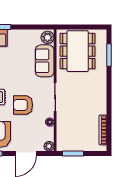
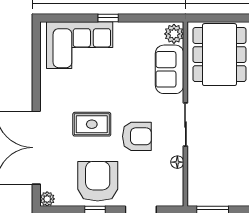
armchair: (23, 105) -> (137, 136), turned 180
plant: (49, 146) -> (176, 199), removed

